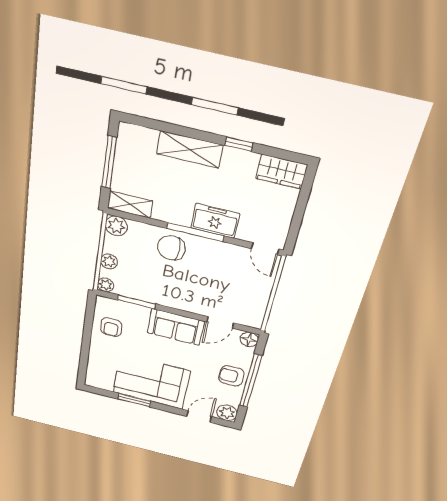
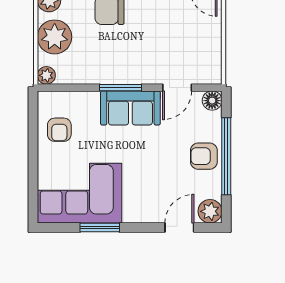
plant: (109, 262) -> (55, 37), width x1.88, depth x1.88
window: (136, 302) -> (120, 88), moved
corner sofa: (151, 382) -> (79, 193), moved

